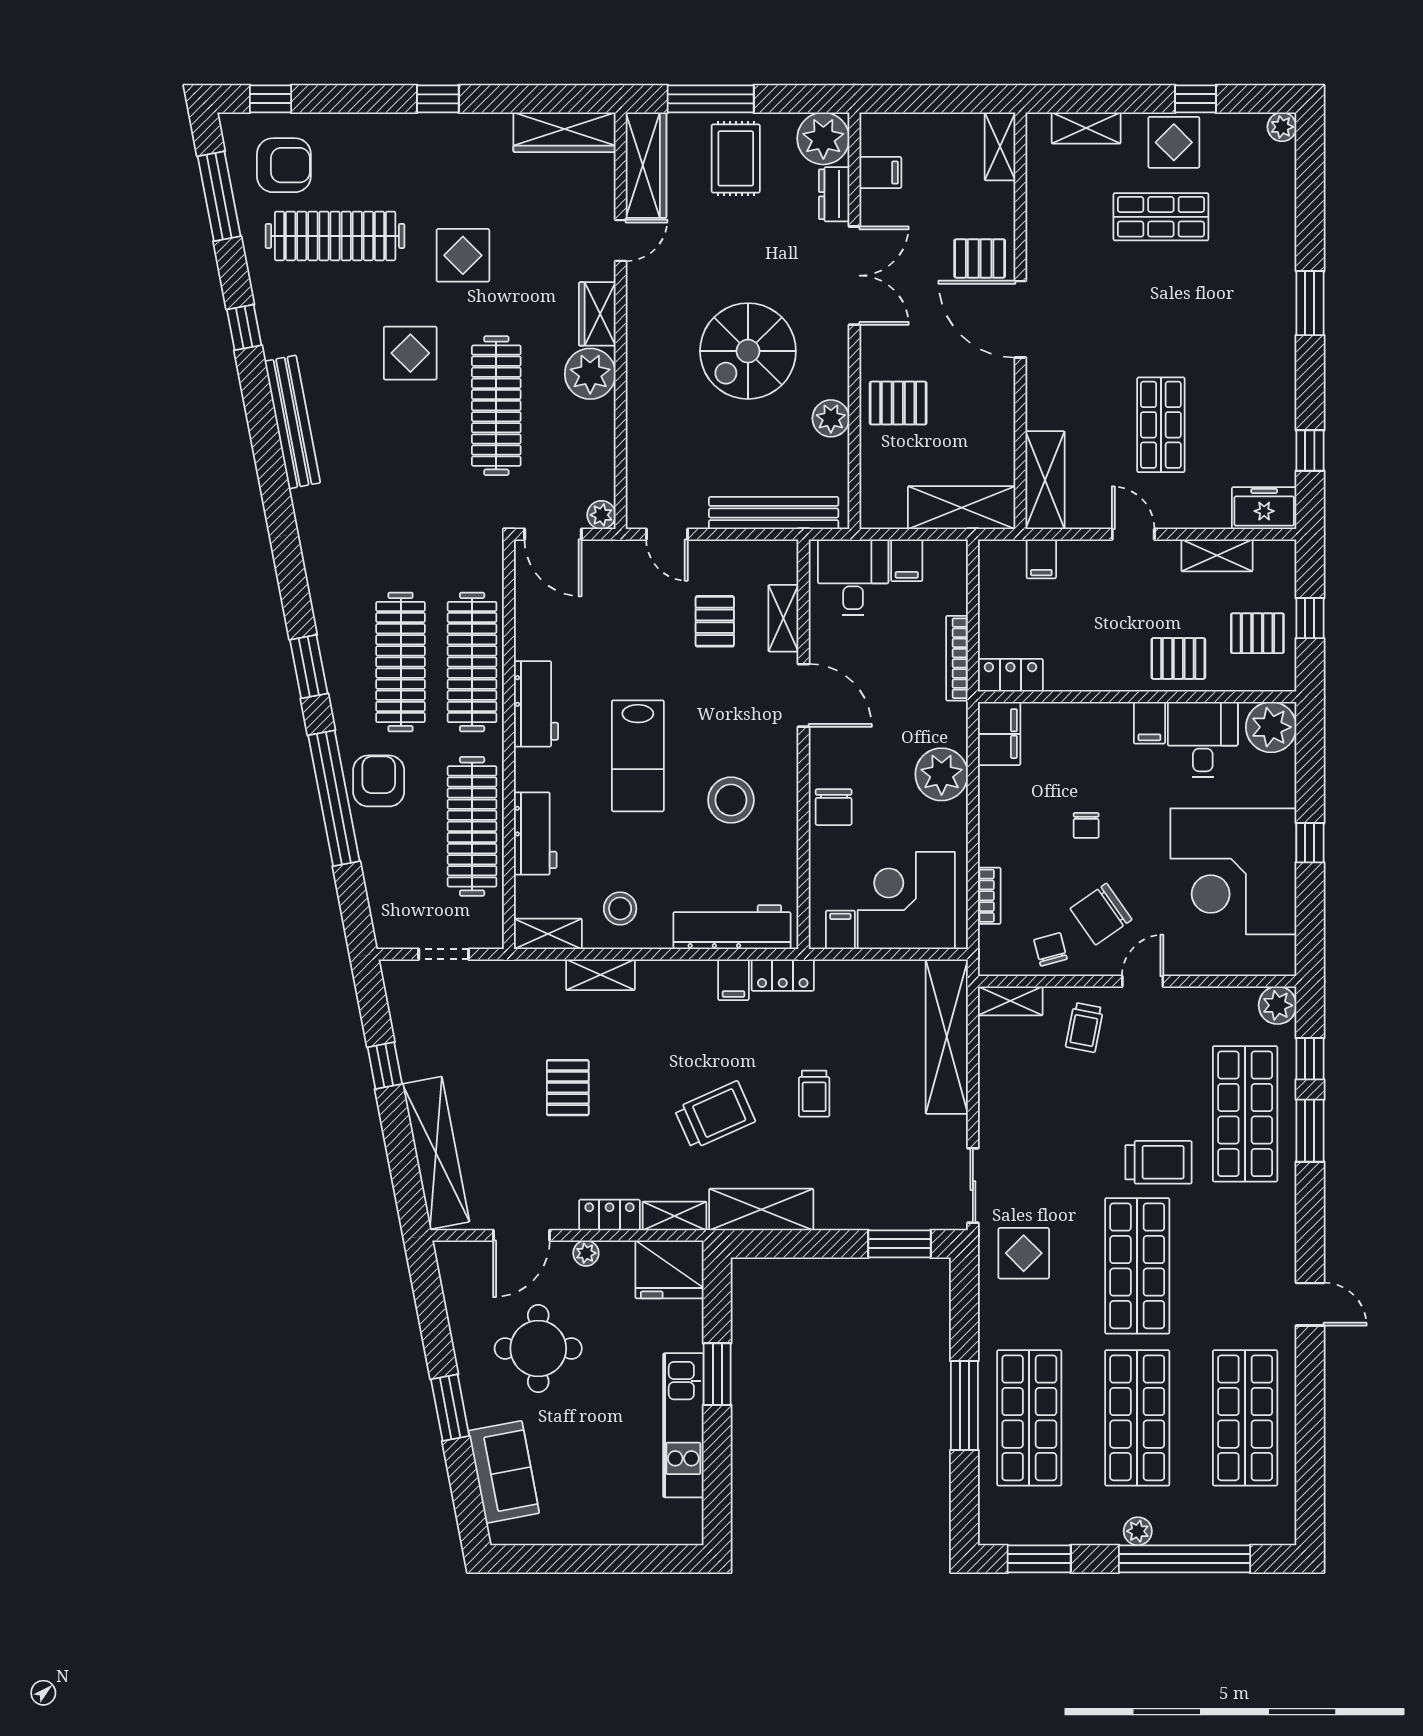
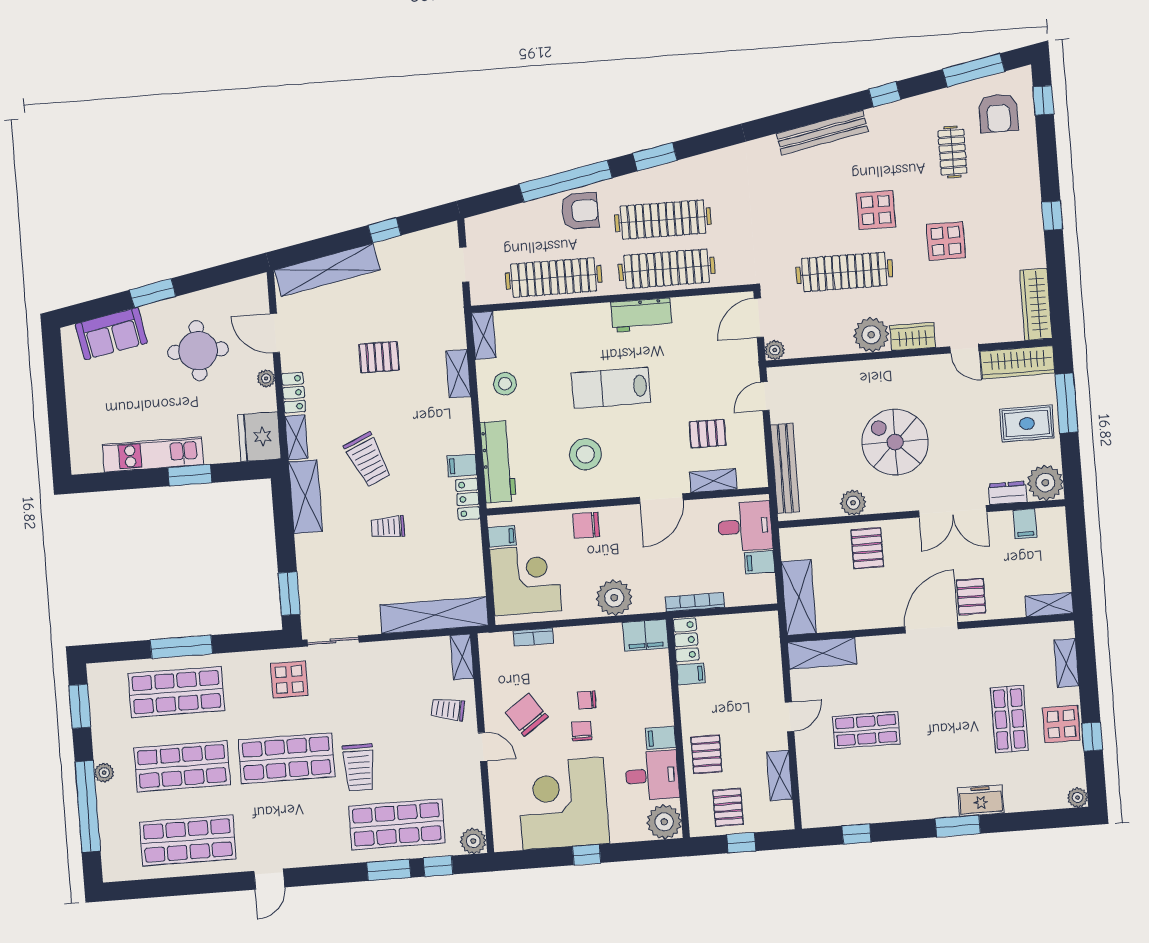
clothes rail: (335, 236) -> (952, 152), width x0.54, depth x0.76
freezer: (1264, 508) -> (981, 800), moved, turned -90
filing cabinet: (1041, 559) -> (691, 674), moved, turned 180
workbench: (535, 834) -> (552, 321), removed
chair: (1050, 949) -> (582, 731), moved, turned -75

